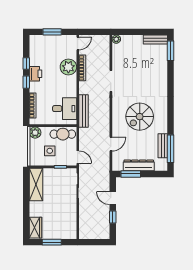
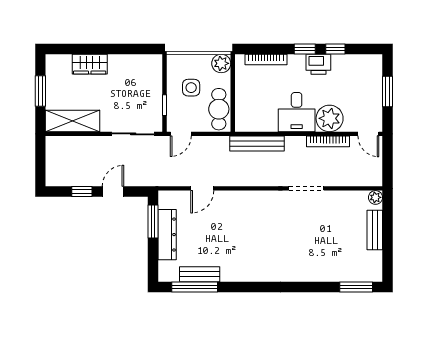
bench: (155, 40) -> (375, 230), moved
desk: (65, 109) -> (297, 112), moved
spiral stairs: (140, 117) -> (248, 236), removed
door: (111, 144) -> (202, 188), hinge flipped
shelving: (36, 185) -> (73, 121), moved
wardrobe: (36, 228) -> (90, 64), moved

